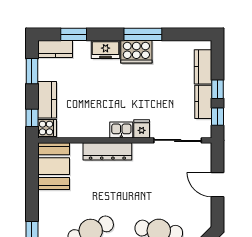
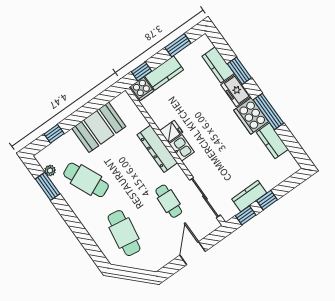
window: (74, 34) -> (239, 71), moved
kitchen counter: (55, 49) -> (218, 65), moved
kitchen counter: (203, 67) -> (272, 141), moved, turned -90
fridge: (142, 129) -> (171, 131), moved
booth: (54, 166) -> (99, 127), moved
cafe table: (159, 173) -> (169, 201), added

